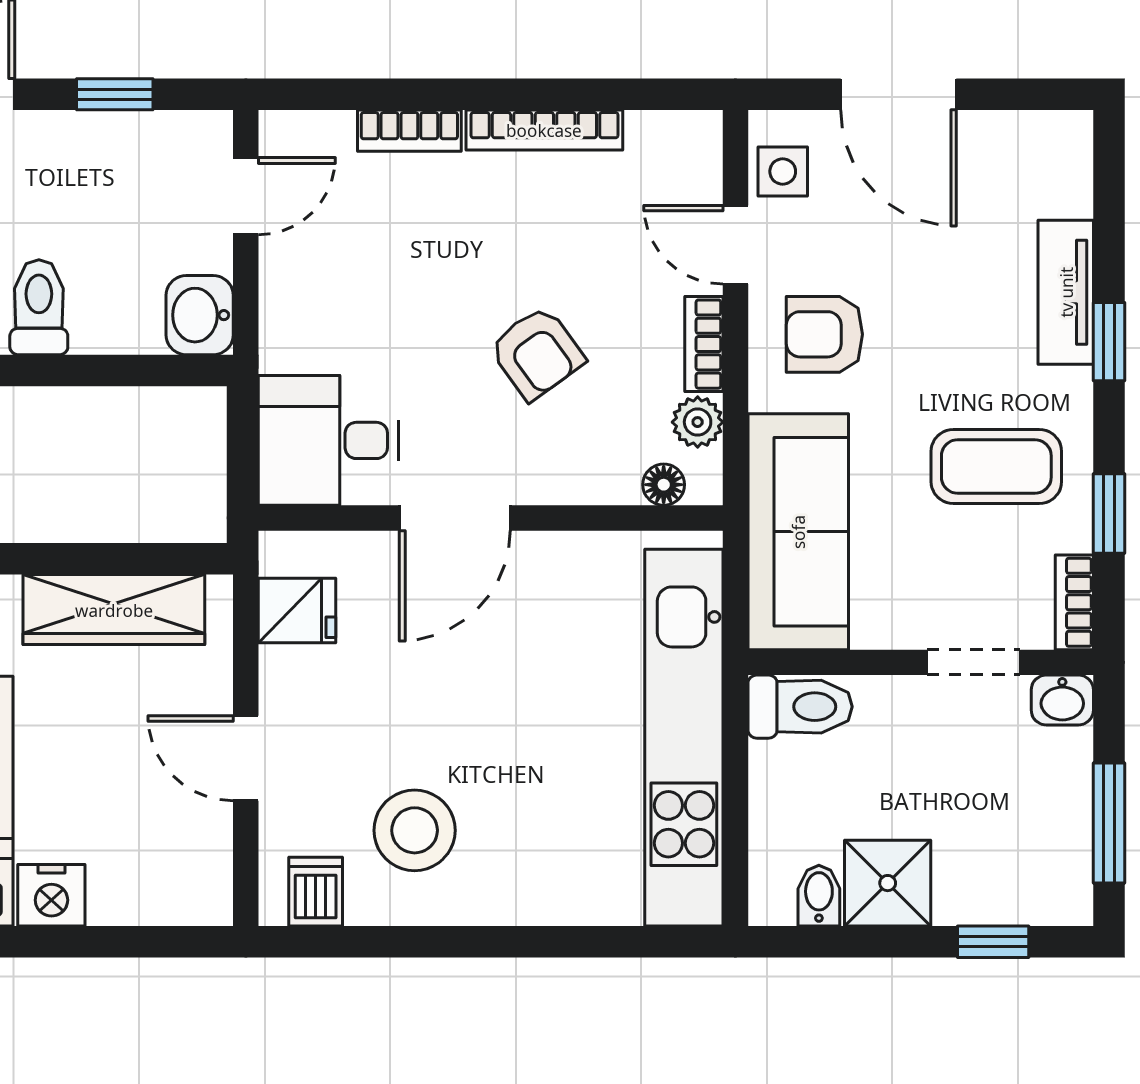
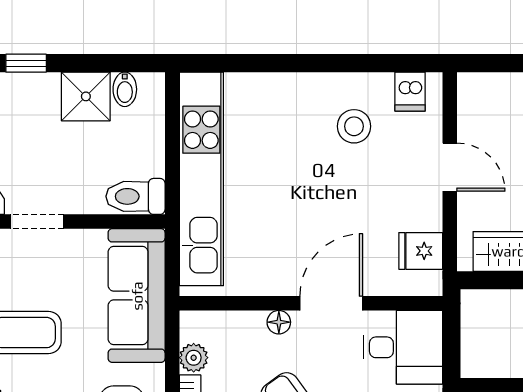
floor lamp: (664, 485) -> (279, 322), moved
stool: (415, 830) -> (354, 126), width x0.73, depth x0.73

